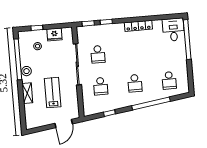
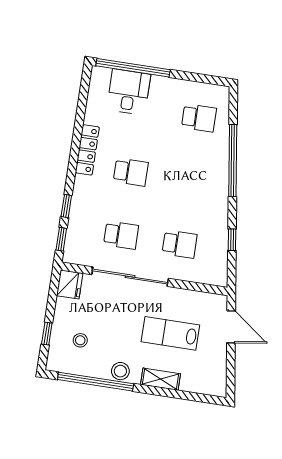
desk: (173, 30) -> (129, 92), moved, turned 90
fridge: (54, 34) -> (70, 284), moved
school desk: (135, 83) -> (131, 172), moved

